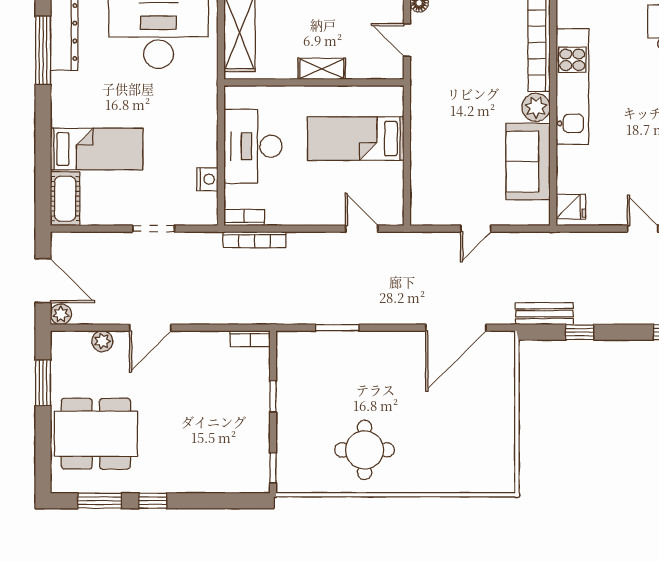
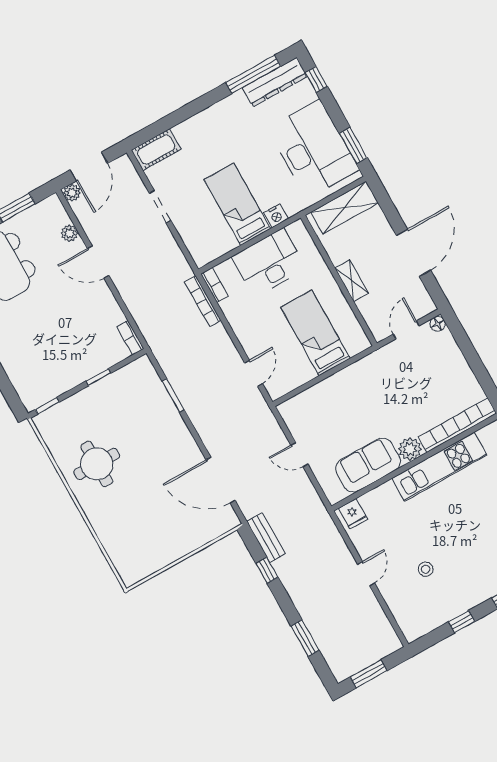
bed: (97, 149) -> (237, 204), moved, turned 180
nightstand: (207, 179) -> (276, 216), moved
doorway: (154, 229) -> (160, 207), moved

